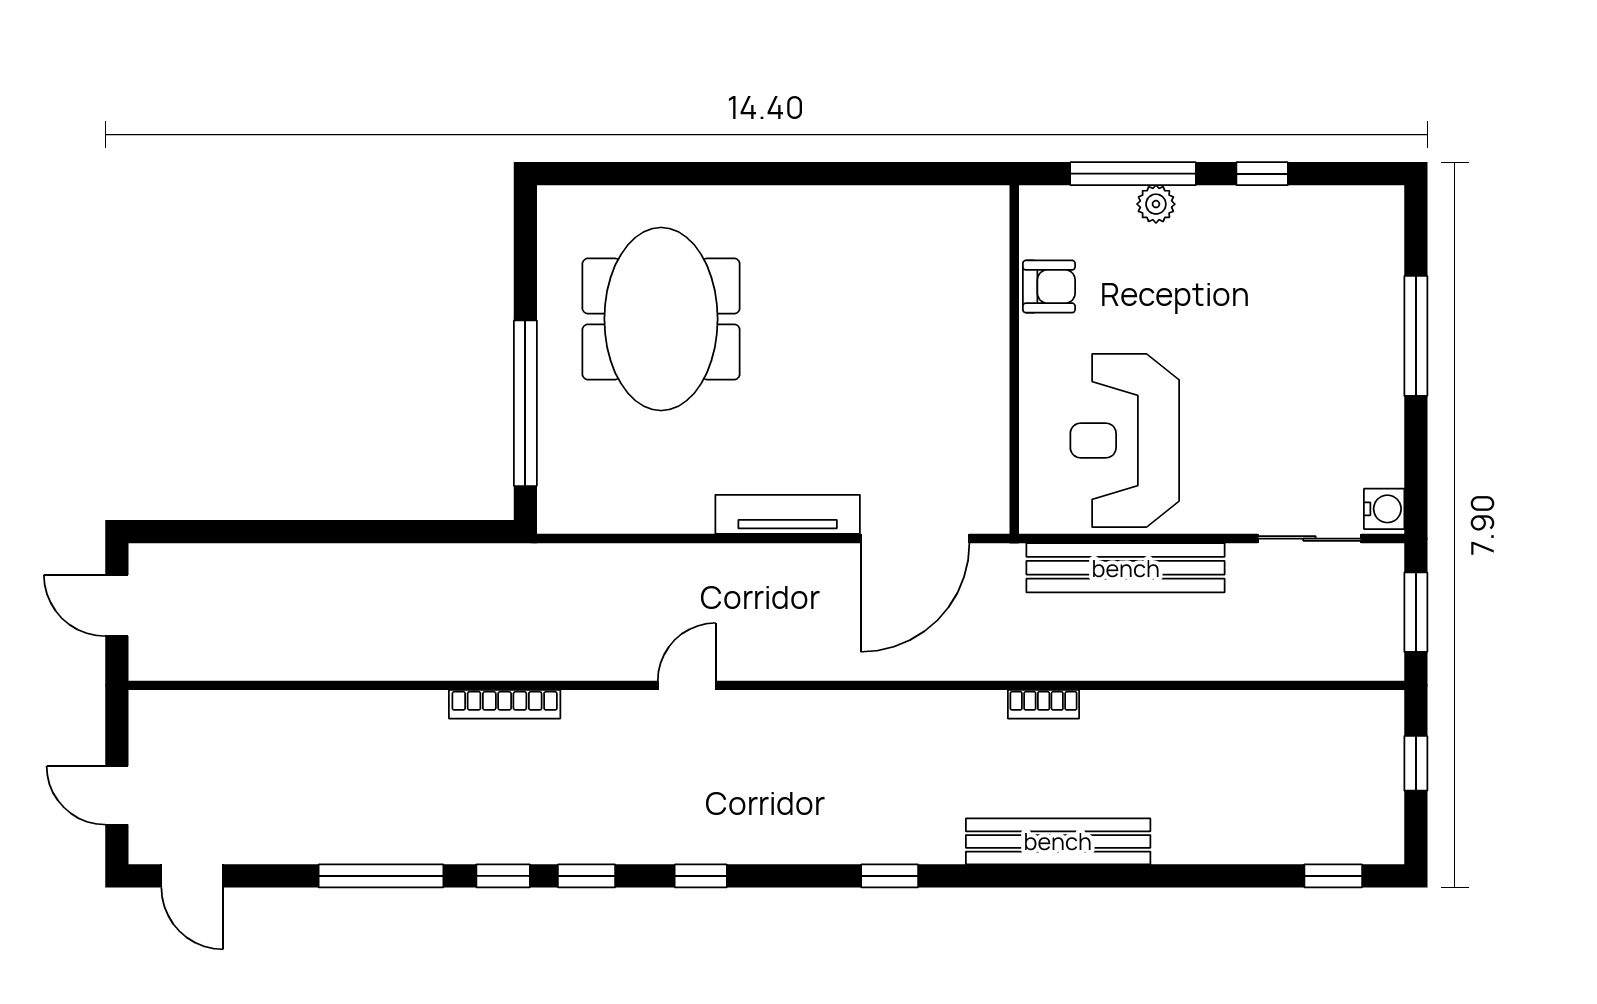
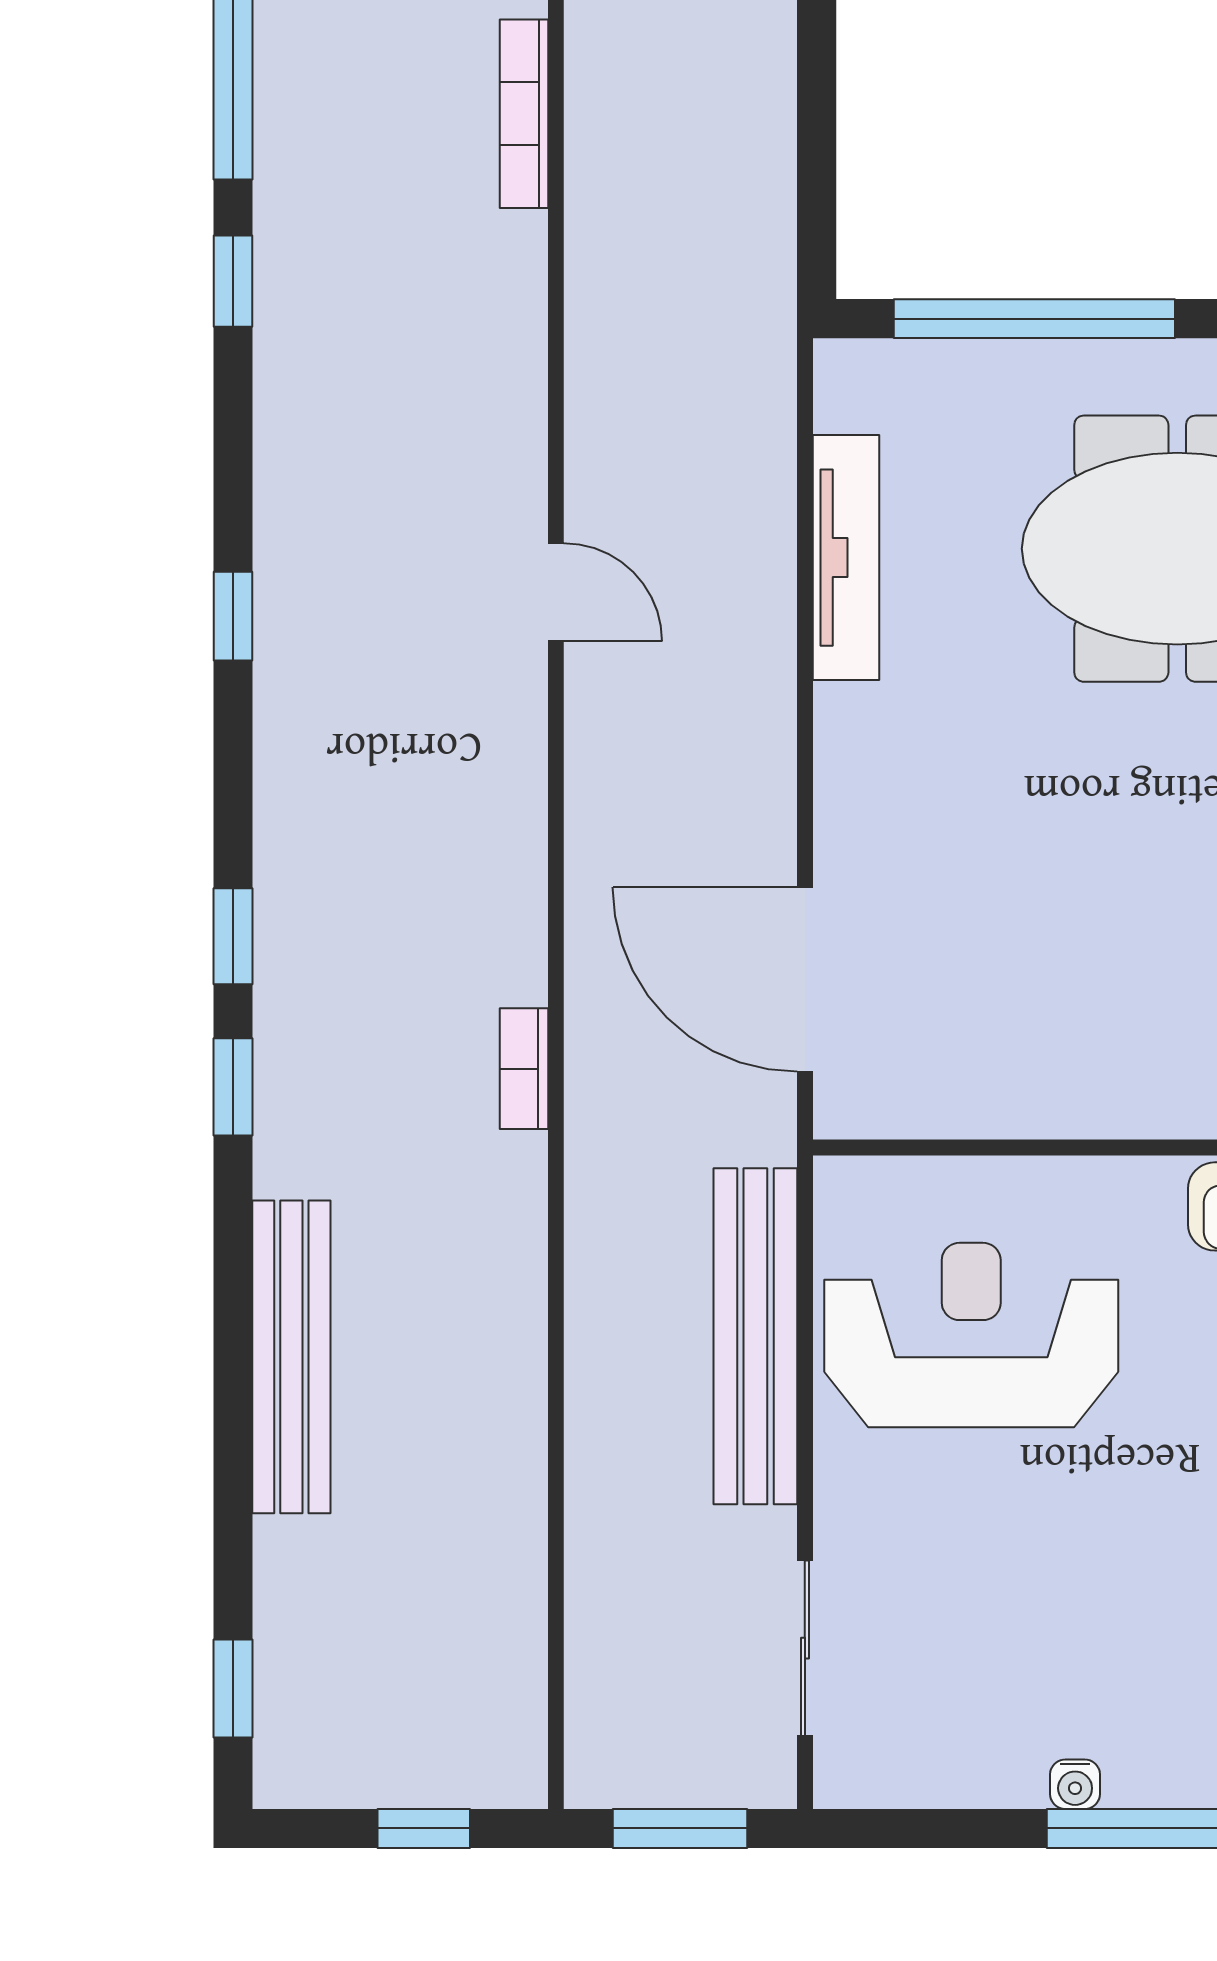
water cooler: (1384, 509) -> (1075, 1784), moved, width x0.72, depth x0.72
tv unit: (788, 514) -> (846, 558), moved
bookcase: (505, 704) -> (524, 114), moved
bookcase: (1044, 704) -> (524, 1069), moved
bench: (1058, 841) -> (291, 1357), moved
window: (587, 876) -> (233, 1087), moved

